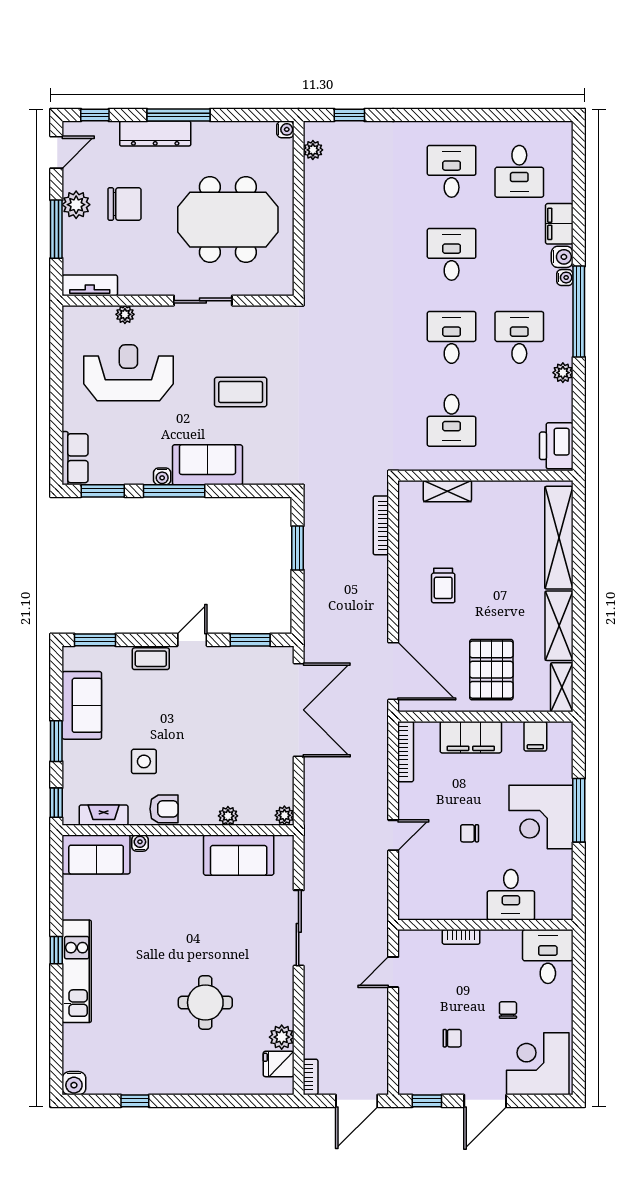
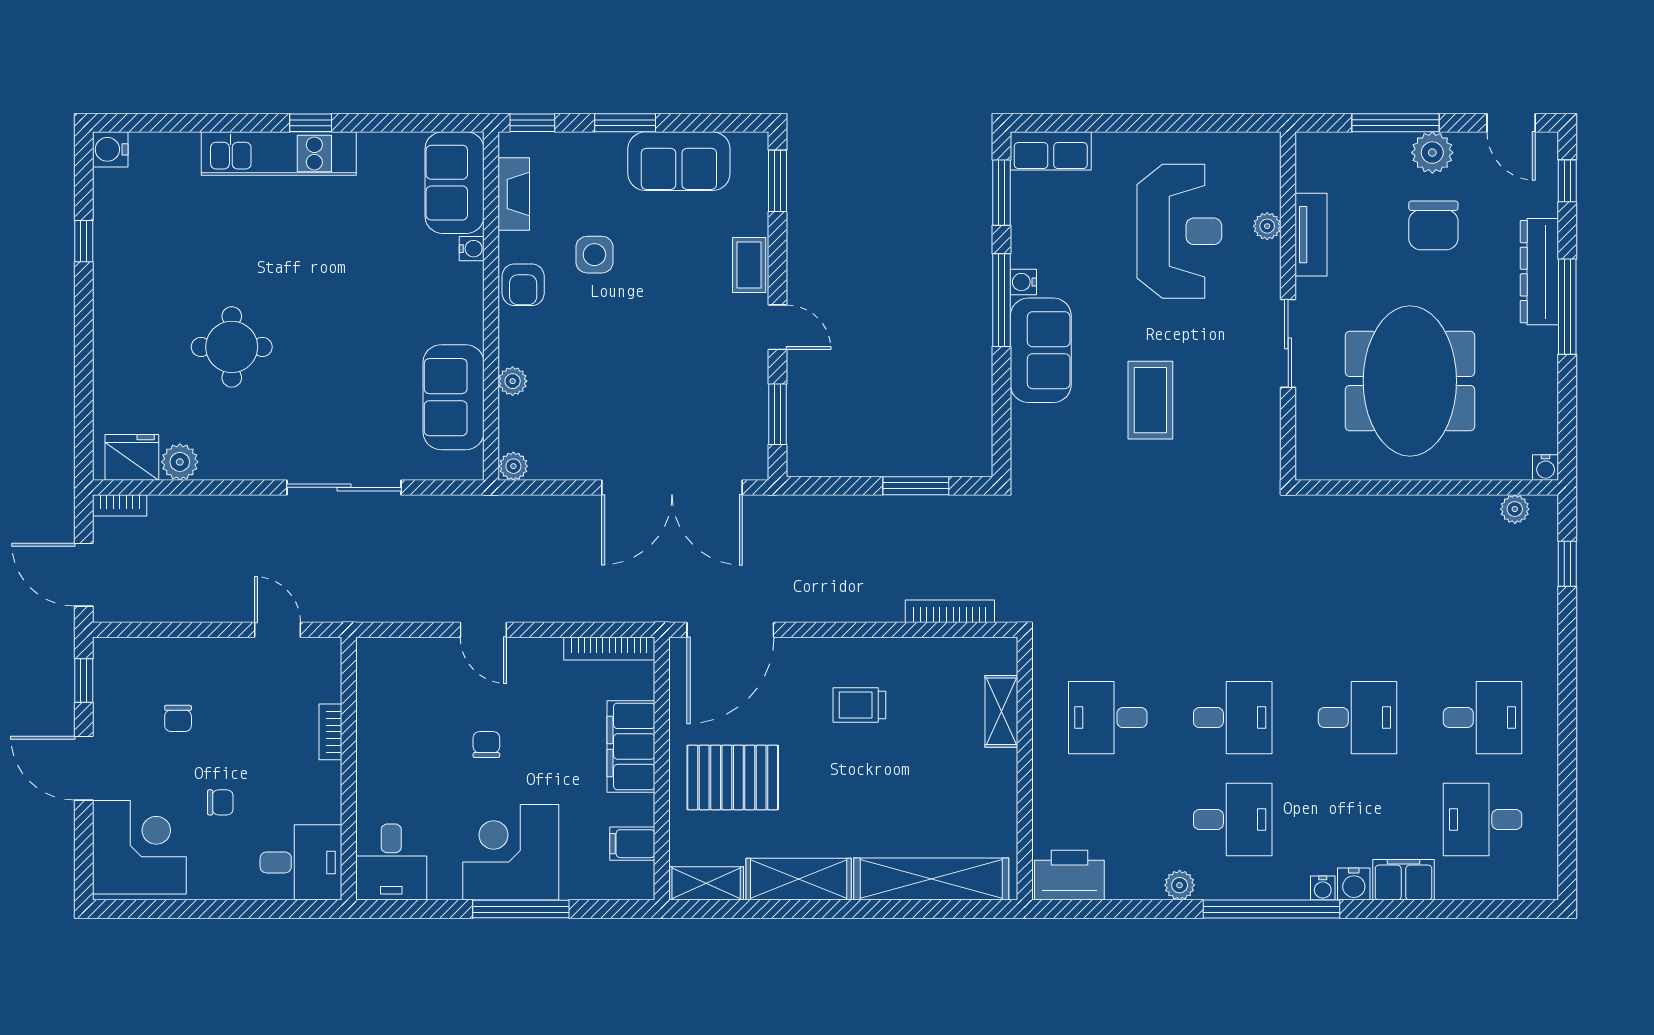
tv unit: (90, 285) -> (1311, 235), moved
desk: (511, 895) -> (391, 862), moved, turned -90
fridge: (279, 1064) -> (132, 457), width x1.38

